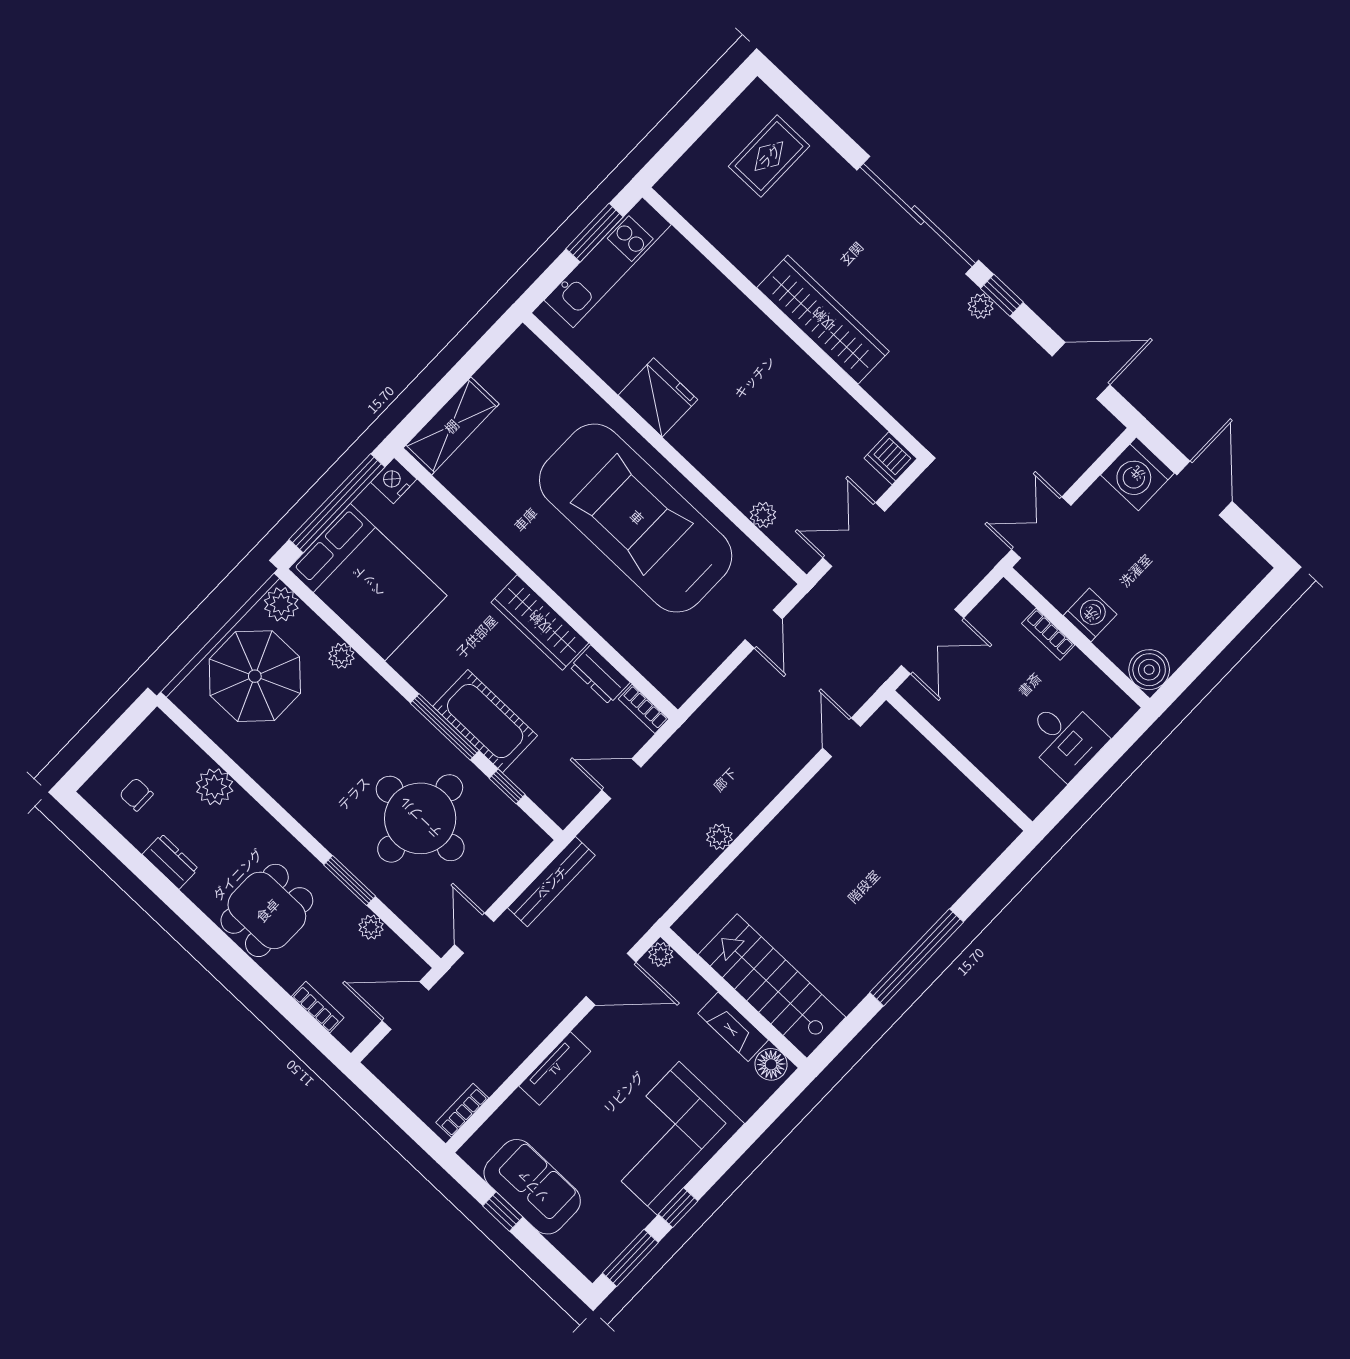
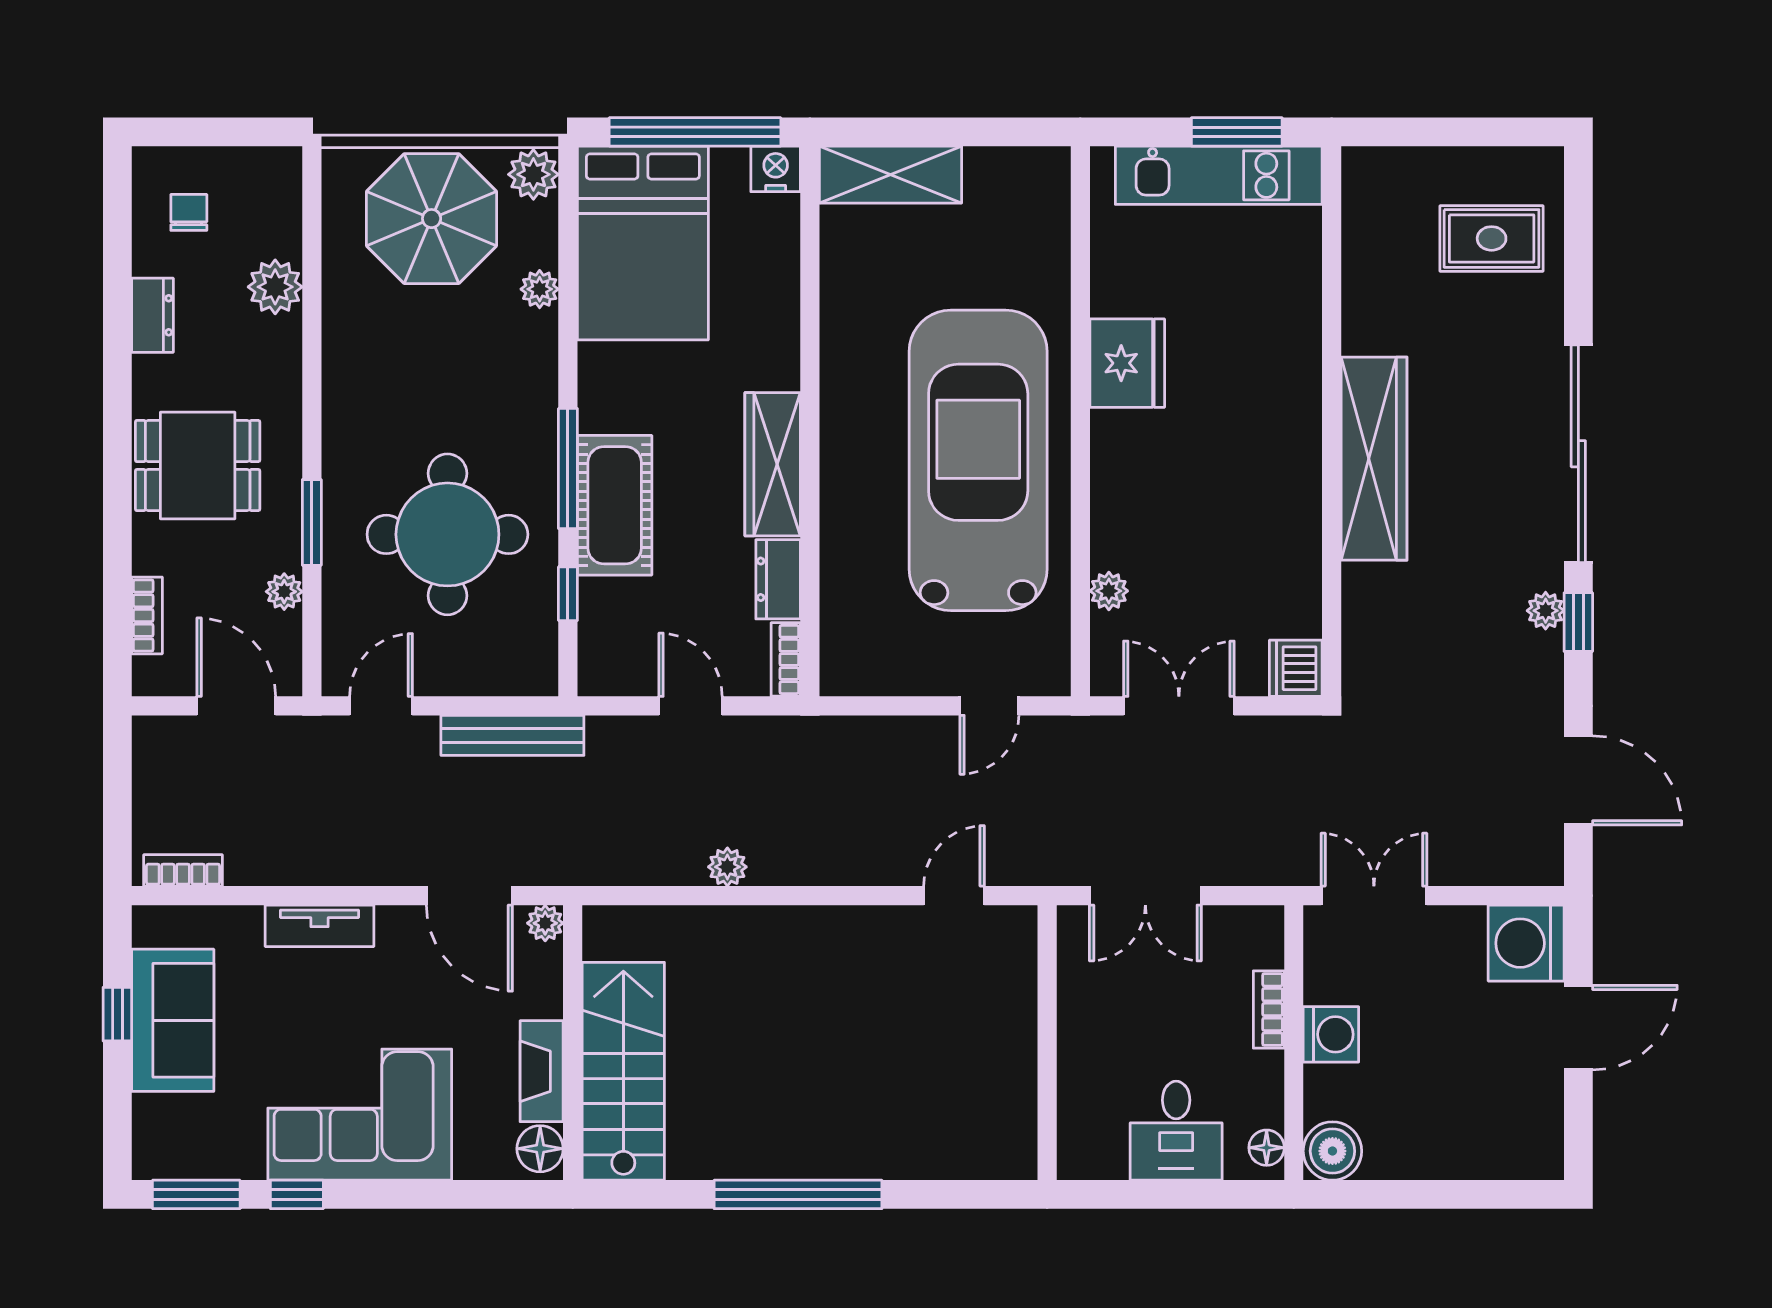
floor lamp: (1116, 701) -> (1267, 1148), added

